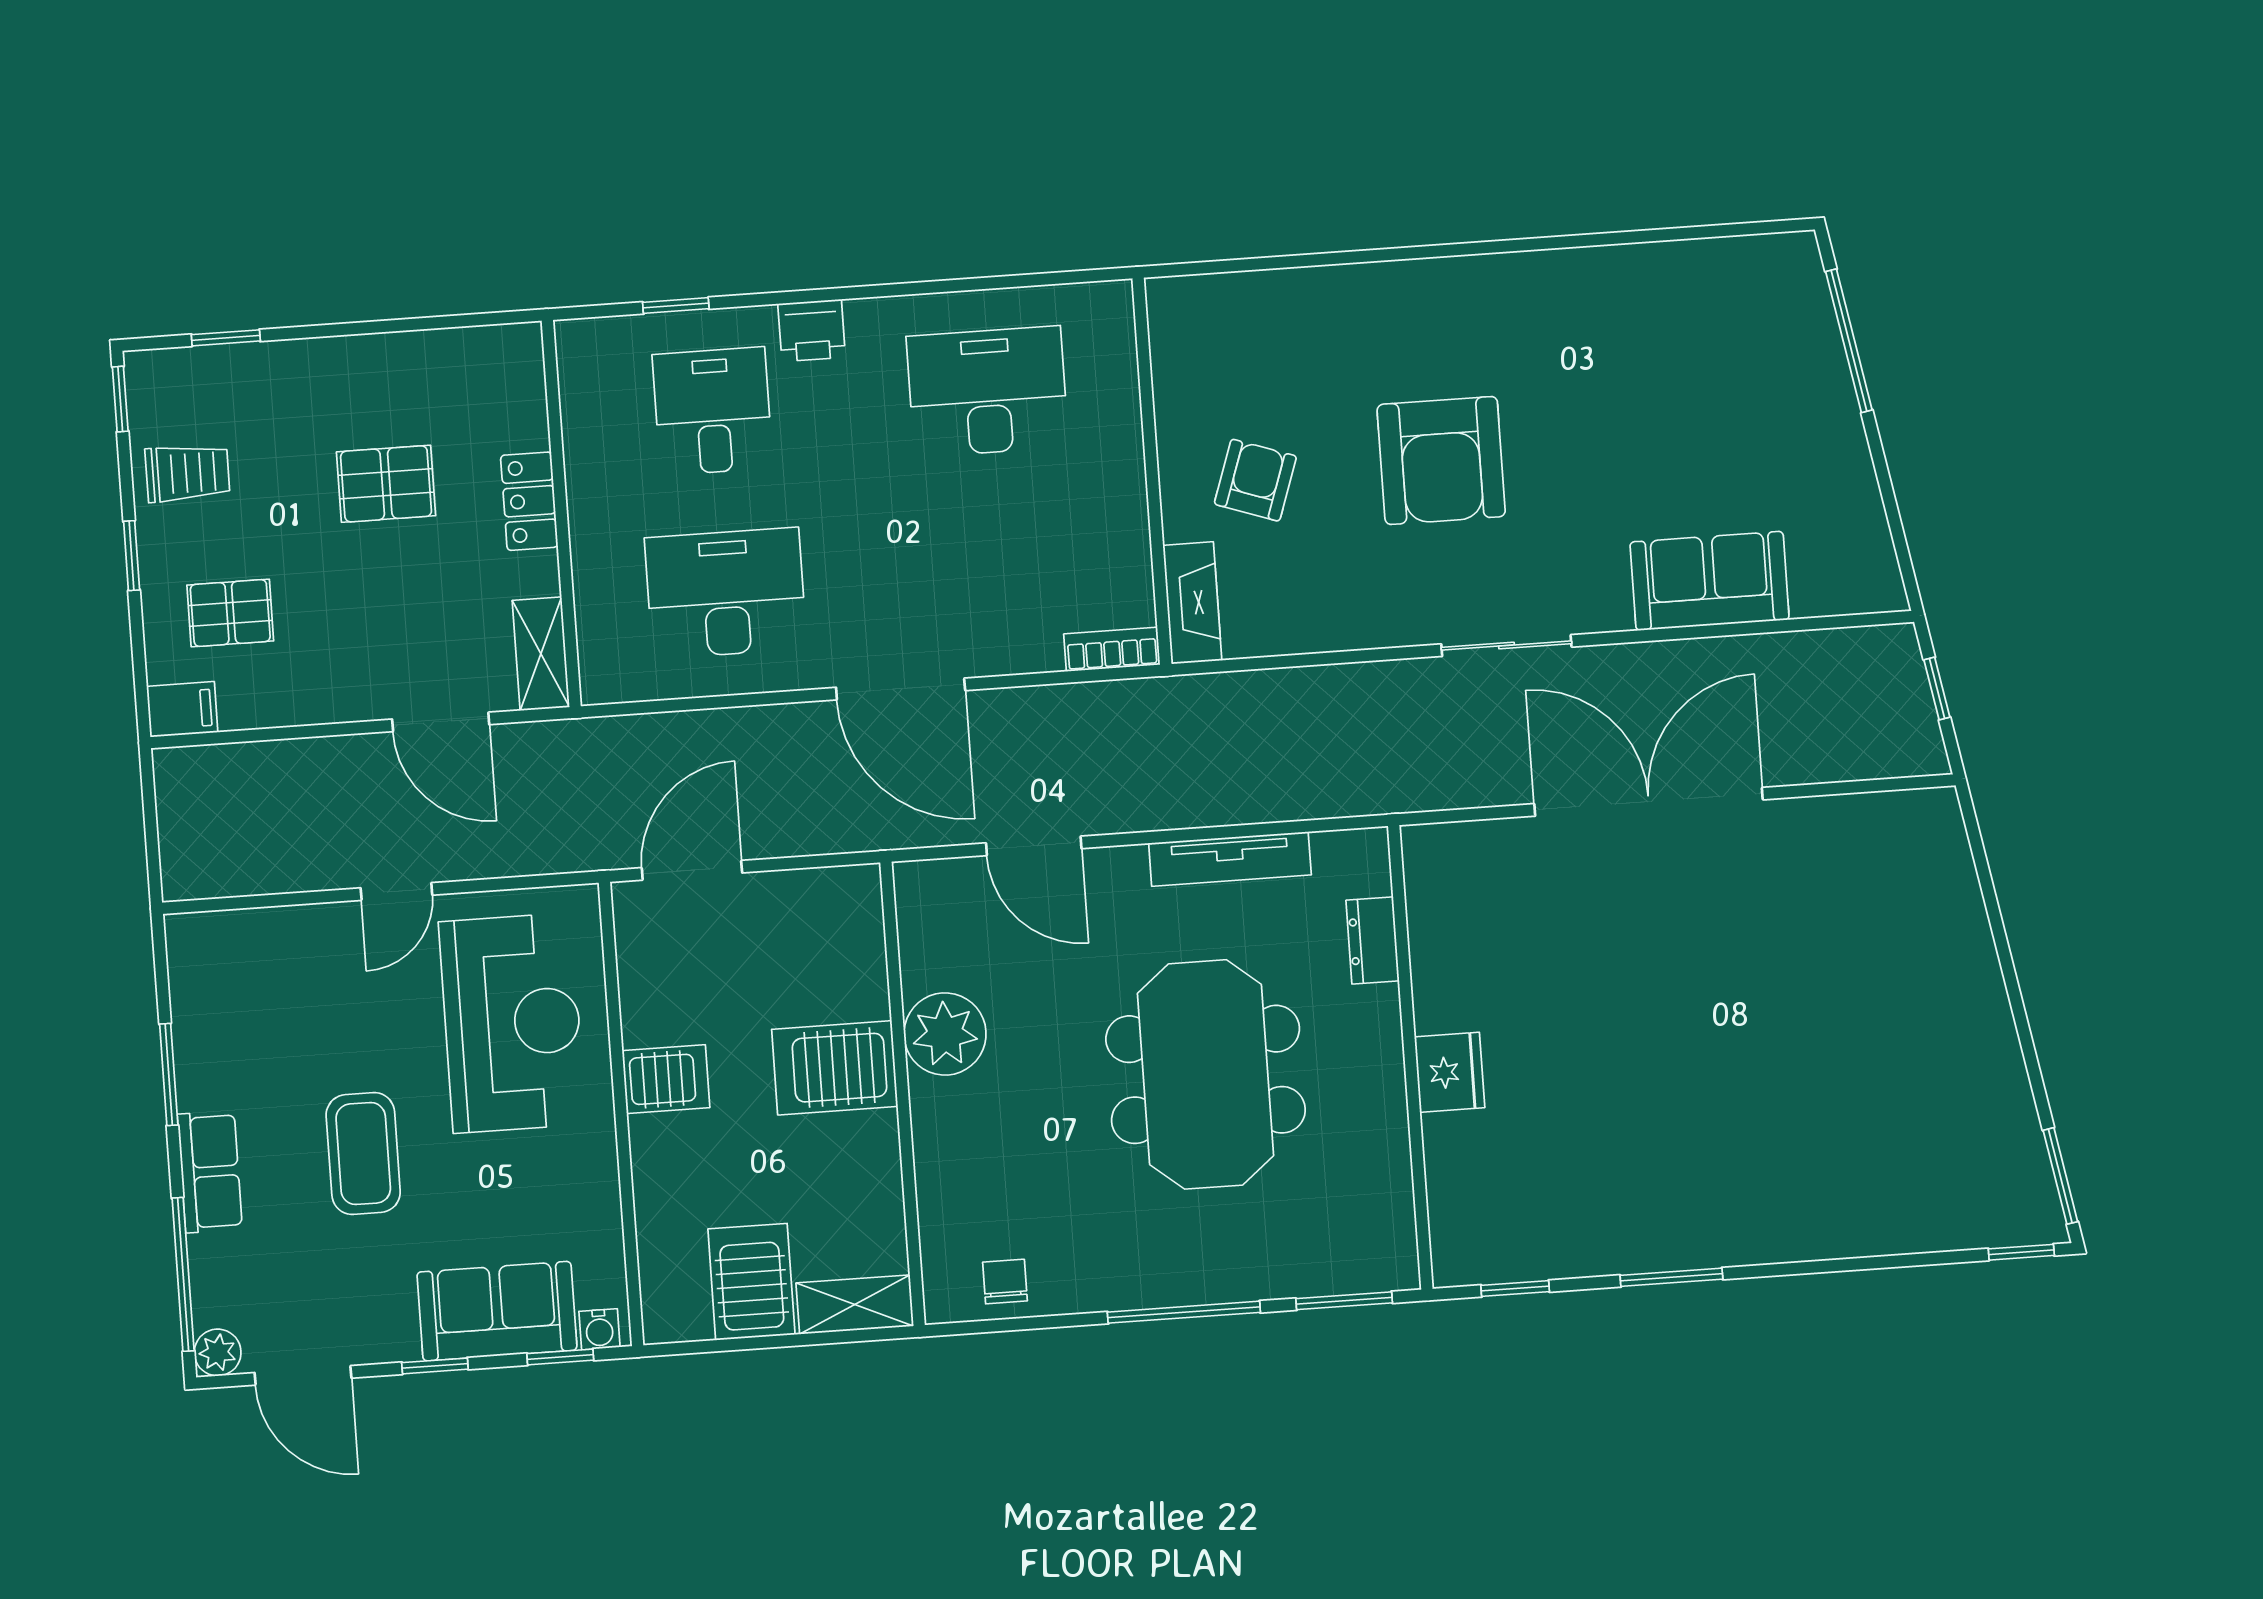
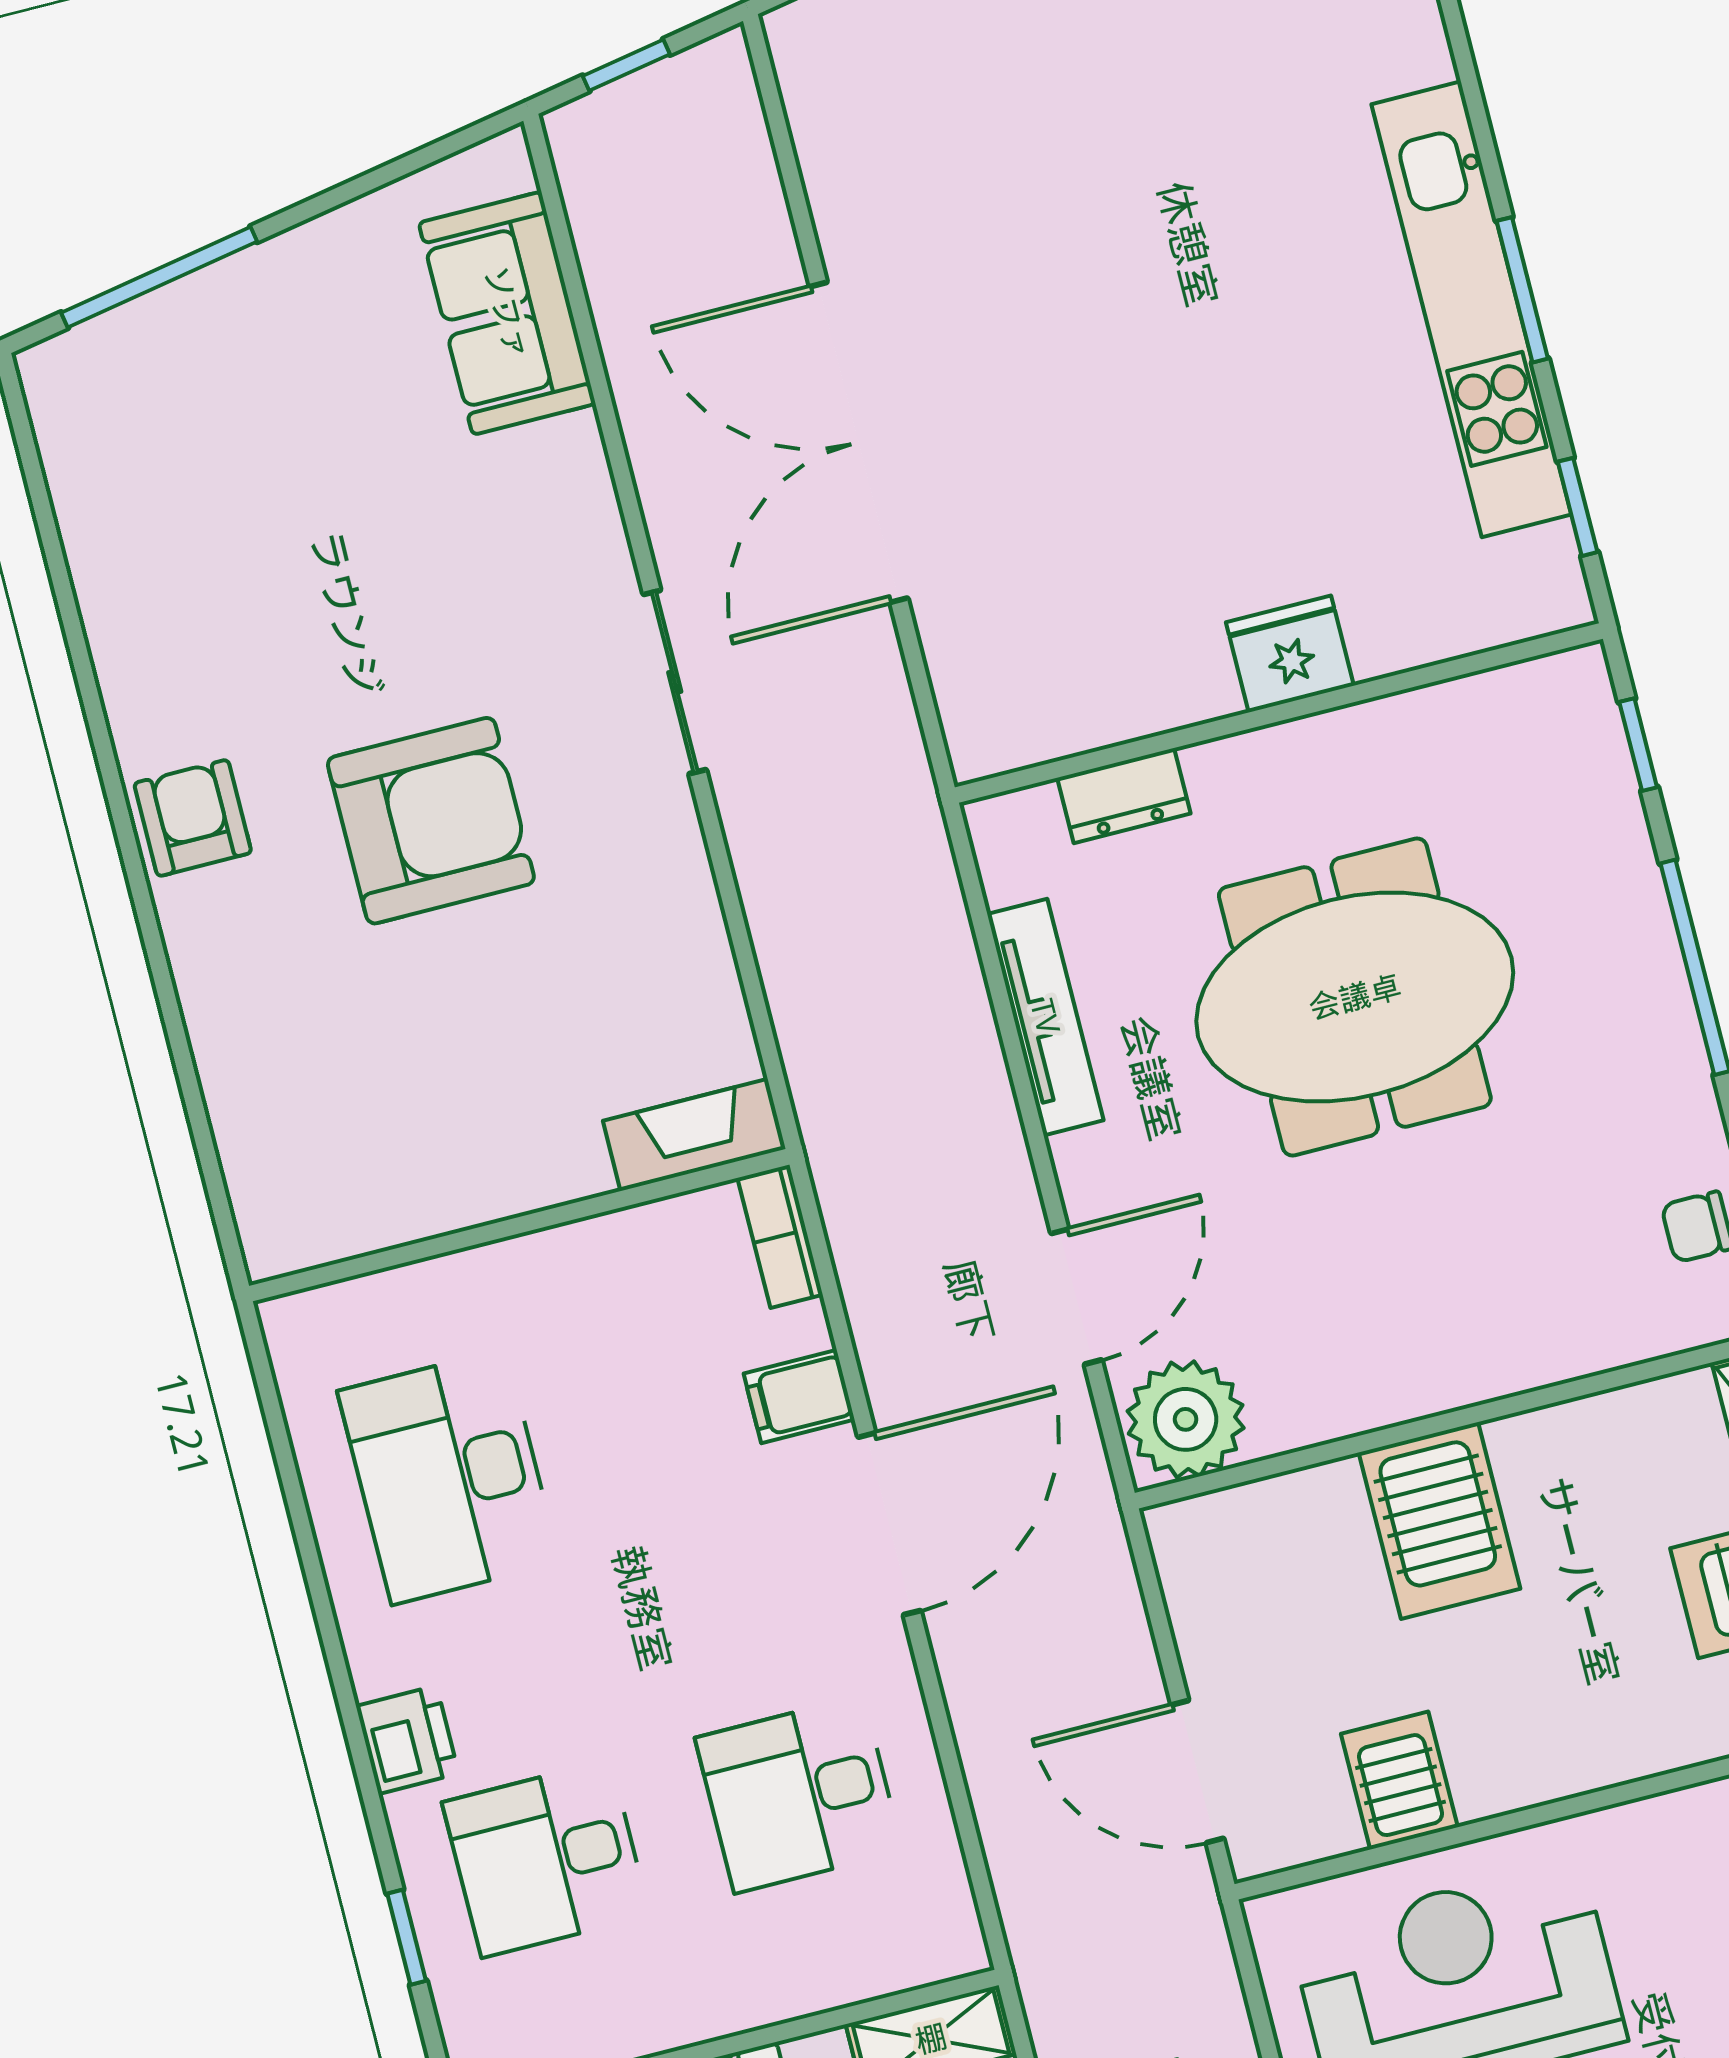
armchair: (1255, 480) -> (193, 818), moved, turned 71
sofa: (1710, 581) -> (507, 313), moved
desk: (726, 593) -> (799, 1794), width x0.73
filing cabinet: (999, 643) -> (799, 1397), added
plant: (945, 1034) -> (1186, 1419), moved
server rack: (666, 1079) -> (1399, 1780), moved
kitchen unit: (1664, 1240) -> (1471, 309), added
window: (1344, 1301) -> (1638, 745), width x0.67

